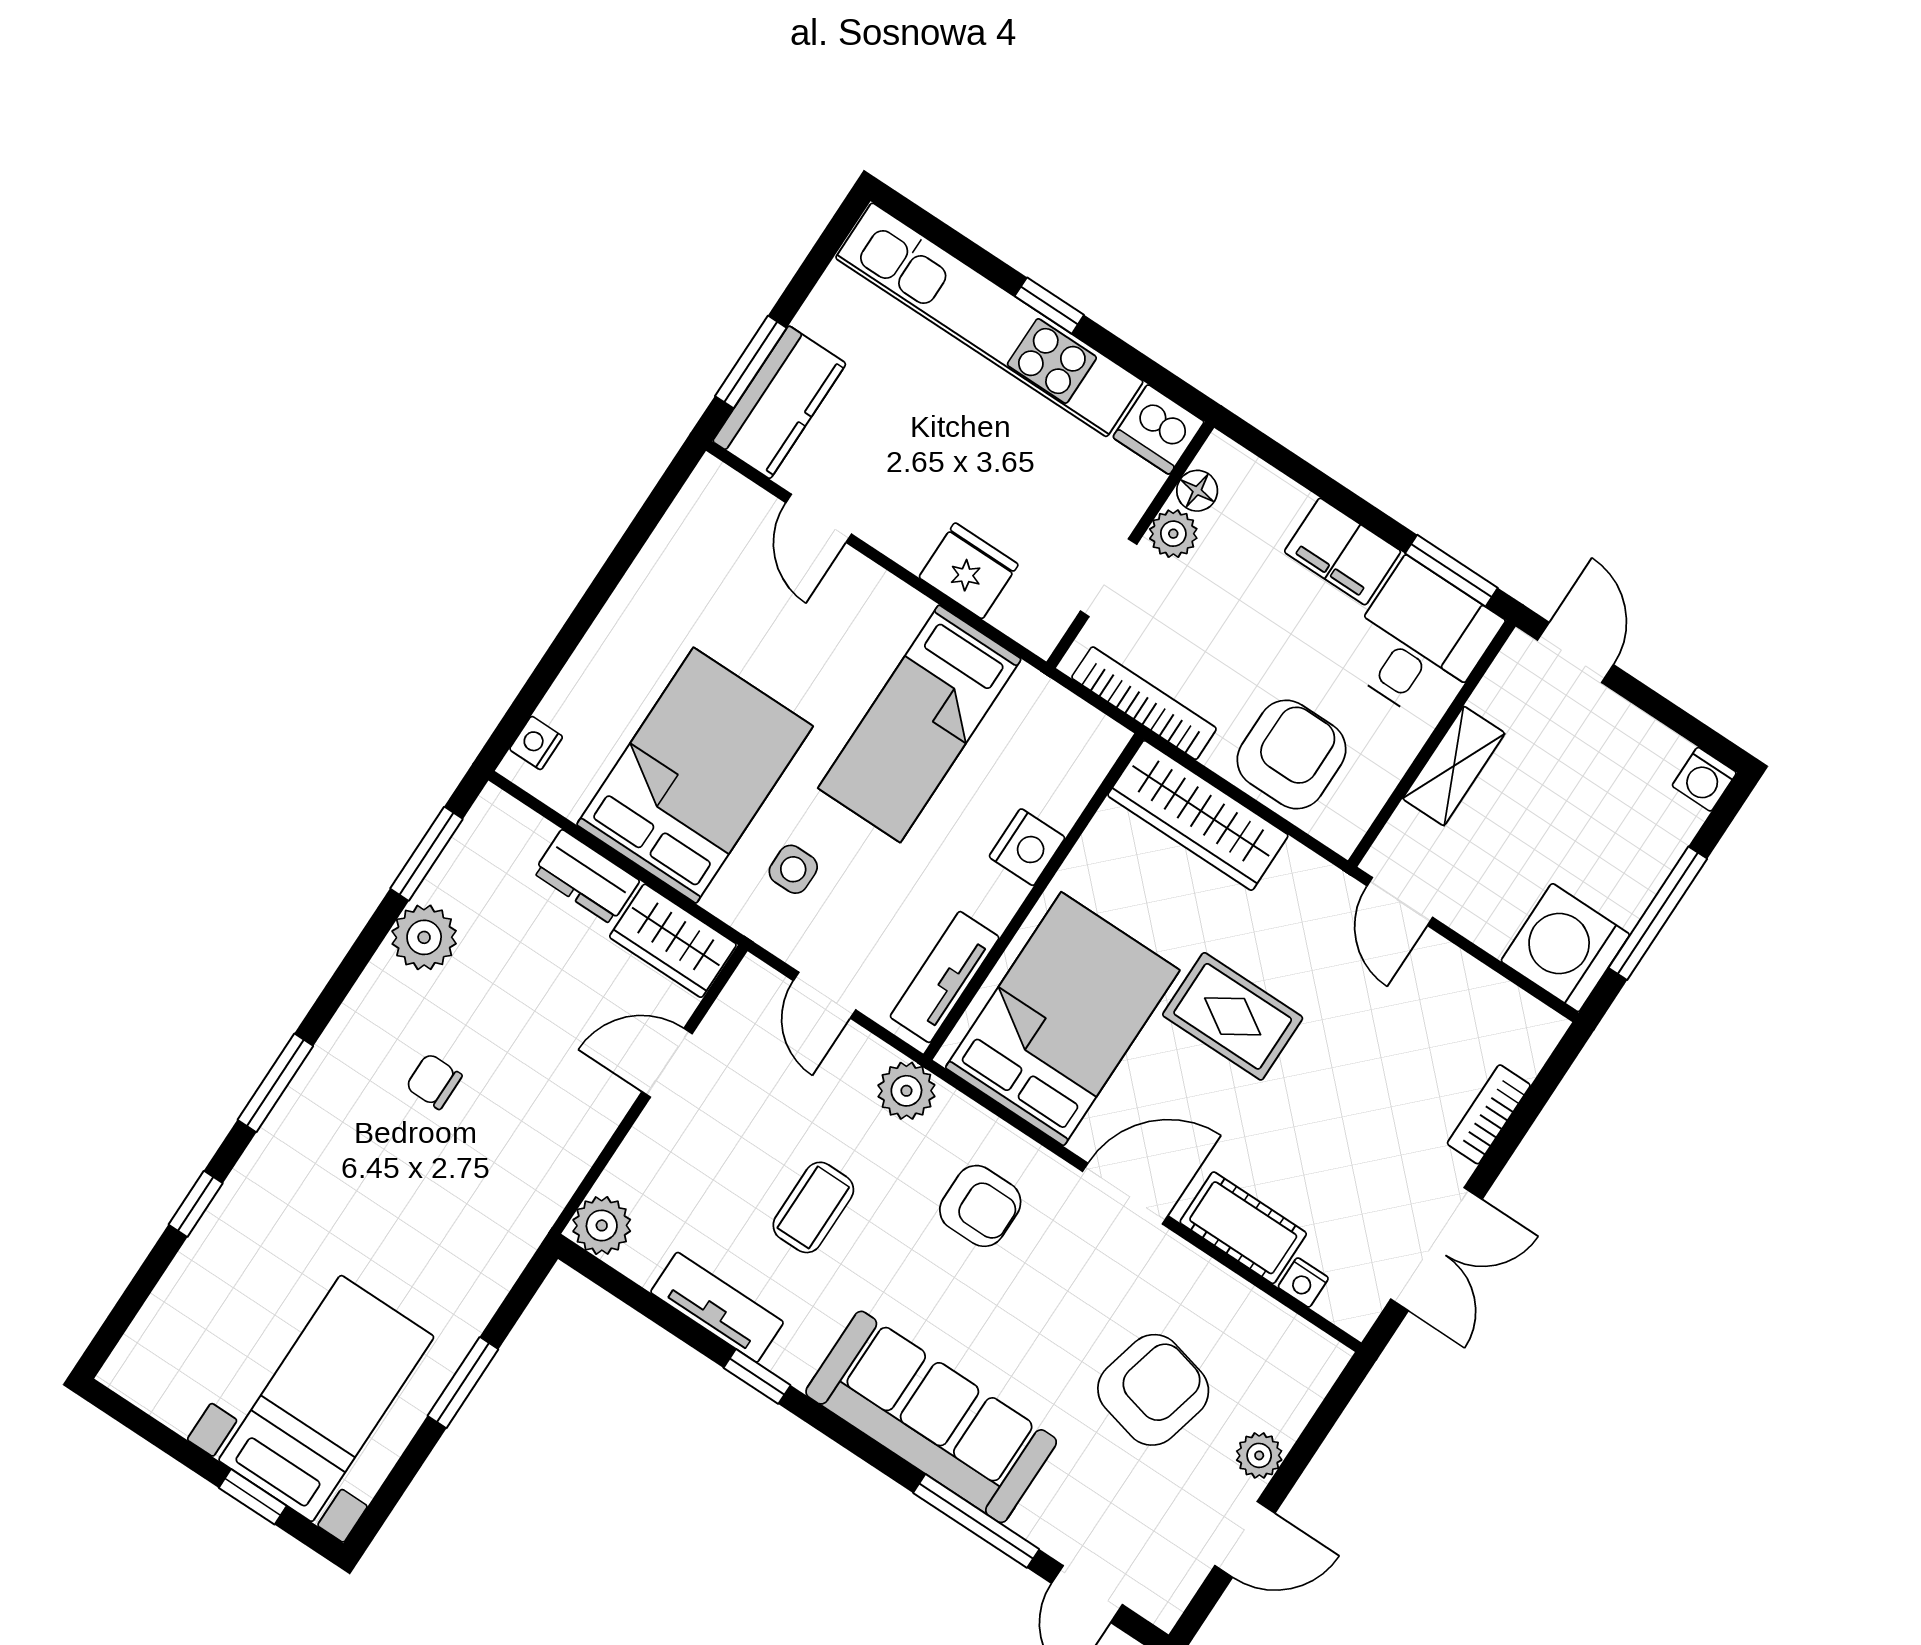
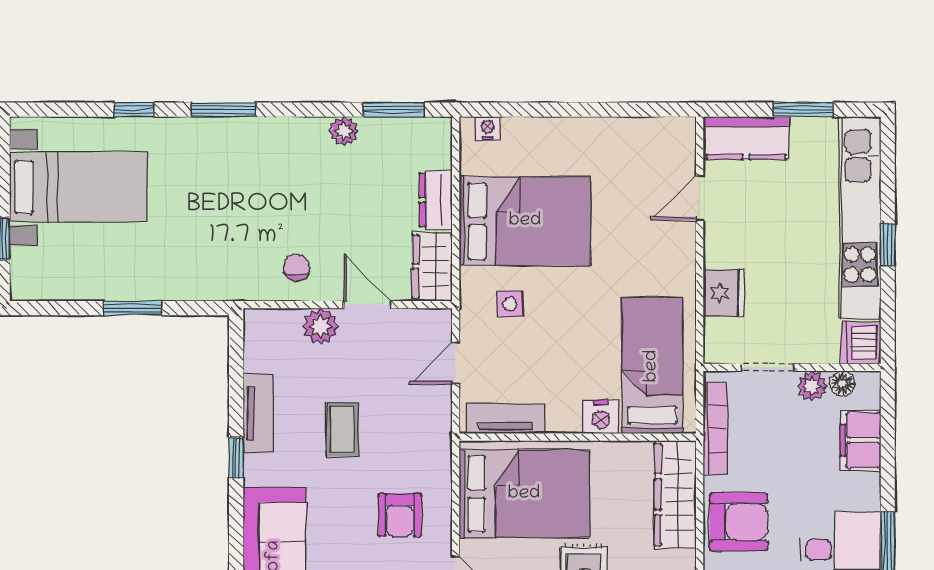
window: (751, 362) -> (803, 110), moved
filing cabinet: (1343, 552) -> (861, 440), moved
bed: (920, 724) -> (652, 366), moved, turned 90
plant: (424, 937) -> (344, 131), width x0.73, depth x0.73
chair: (434, 1081) -> (297, 267), moved
plant: (906, 1091) -> (434, 438), removed
coffee table: (813, 1207) -> (342, 429), turned 90
plant: (602, 1225) -> (320, 326), moved
bed with nightstands: (326, 1398) -> (78, 187), moved

